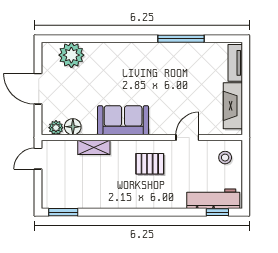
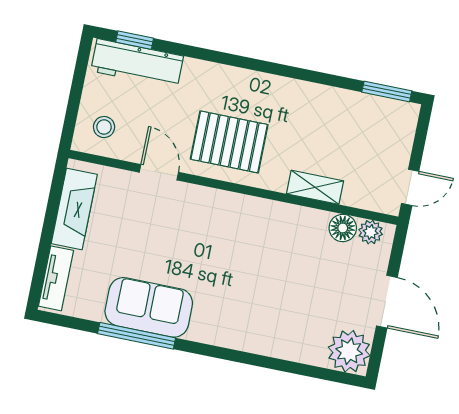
plant: (71, 55) -> (349, 351), moved
sofa: (123, 120) -> (149, 307), moved, turned 180
door: (187, 138) -> (159, 172), swing flipped
pallet: (150, 164) -> (229, 142), width x1.50, depth x1.42

